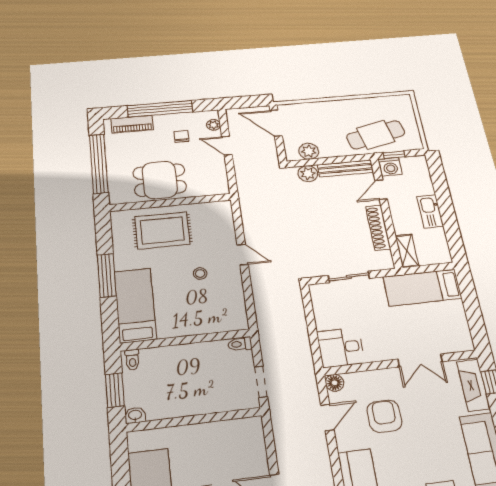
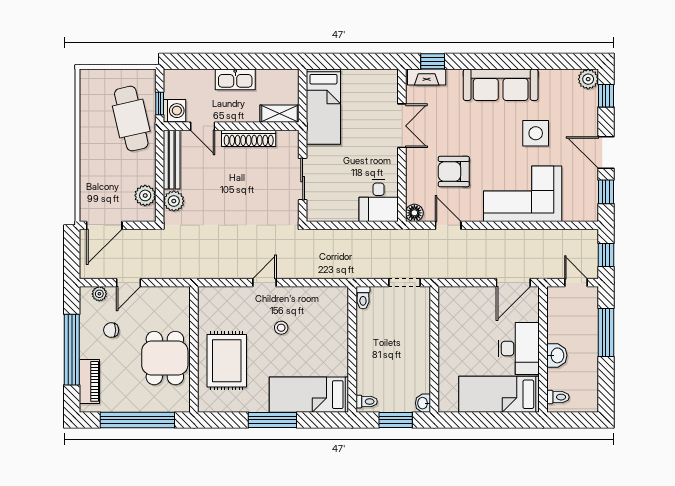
fireplace: (473, 385) -> (427, 77), width x0.73, depth x0.76

